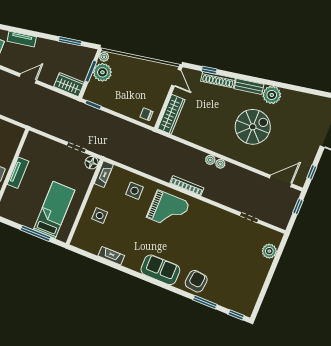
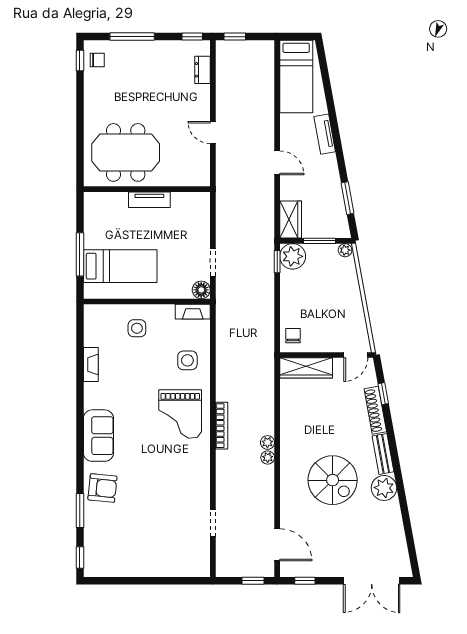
plant: (102, 72) -> (293, 256), moved
plant: (269, 251) -> (180, 567), removed

